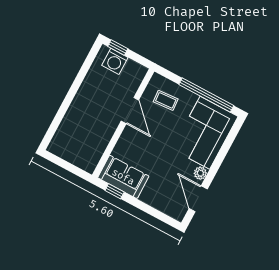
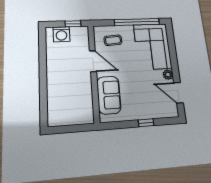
window: (118, 48) -> (73, 24), moved
sofa: (123, 177) -> (109, 95), moved, turned 90
window: (115, 191) -> (146, 123), moved

